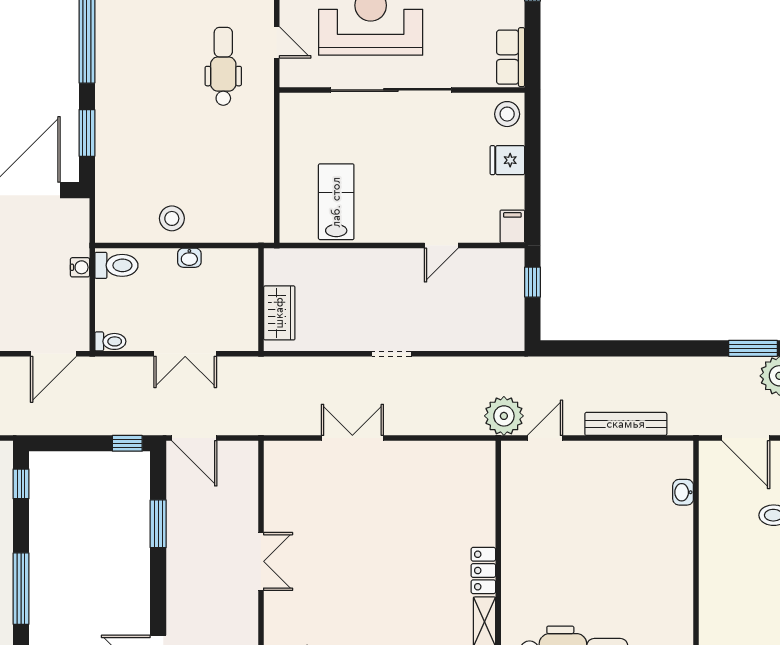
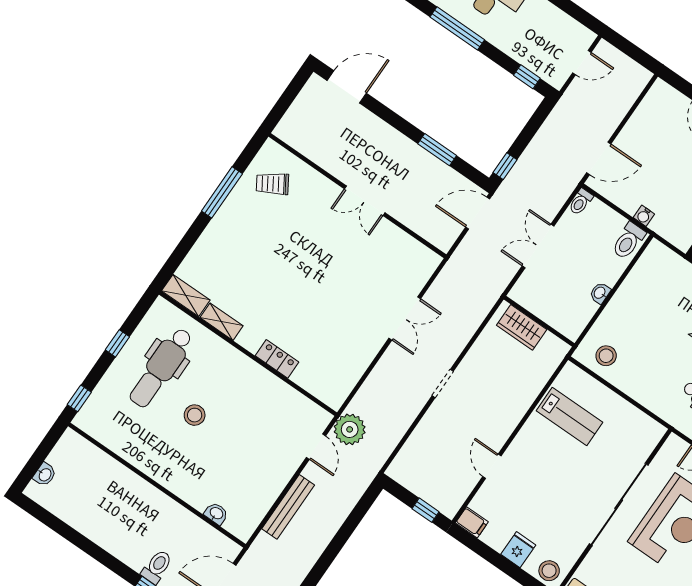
stool: (172, 218) -> (606, 356), moved
door: (53, 354) -> (599, 158), swing flipped
locker: (483, 570) -> (277, 359), moved
stool: (598, 583) -> (195, 415), added

